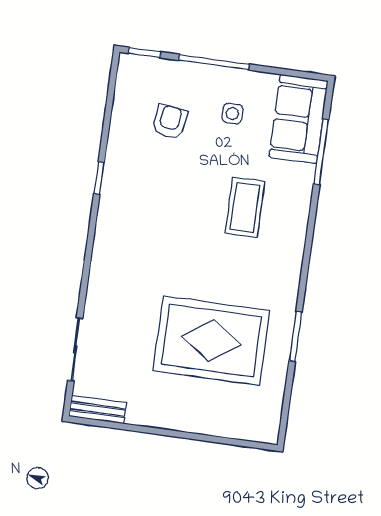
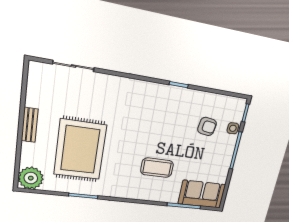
side table: (232, 114) -> (233, 128), moved
bench: (98, 410) -> (30, 125), moved
plant: (260, 422) -> (31, 178), added

